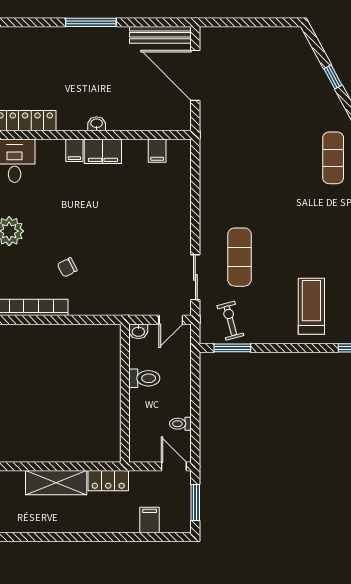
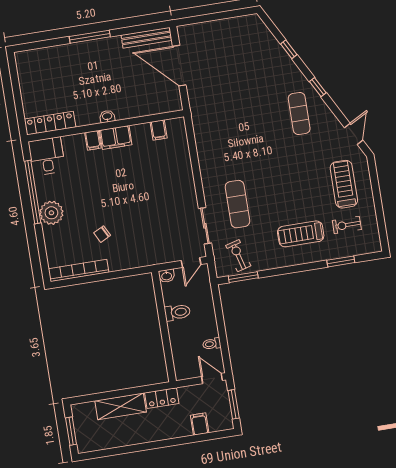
treadmill: (311, 306) -> (301, 234), turned -90

